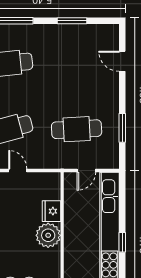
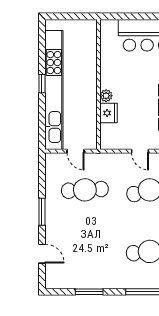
window: (122, 128) -> (42, 212), moved
door: (86, 170) -> (76, 151), swing flipped
plant: (48, 235) -> (106, 96), width x0.53, depth x0.53

